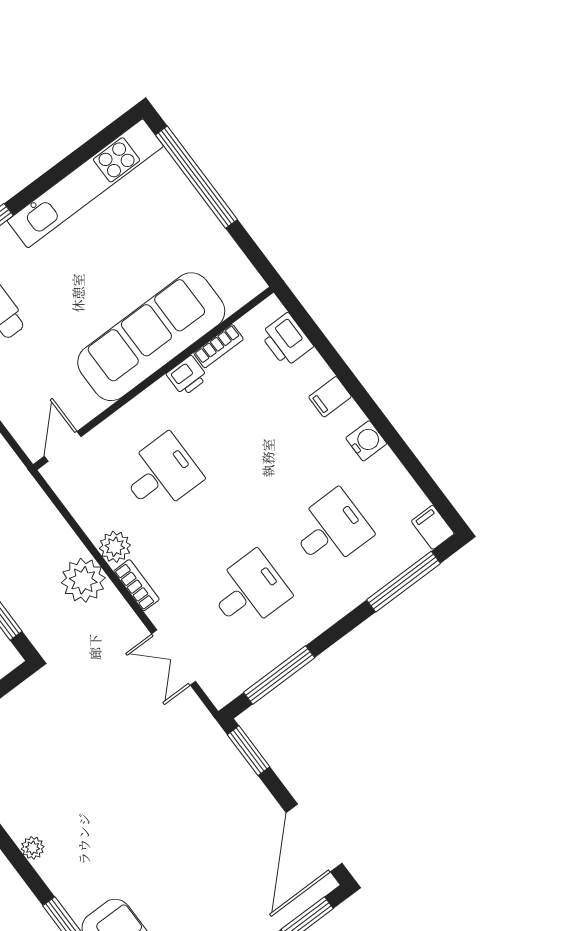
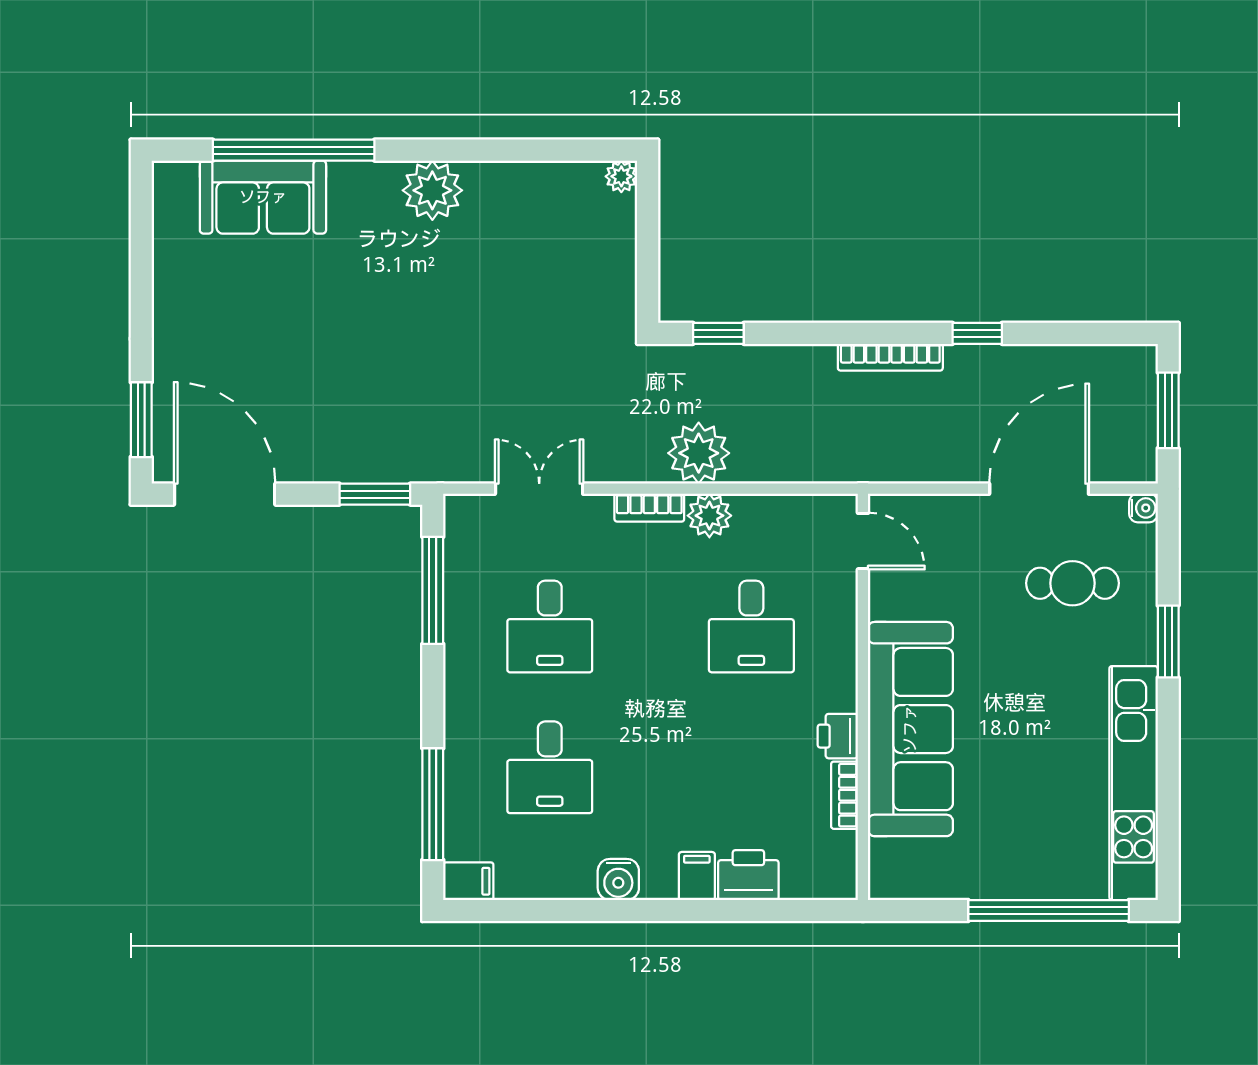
printer: (287, 340) -> (748, 875), moved
plant: (33, 848) -> (432, 190), width x1.88, depth x1.88

